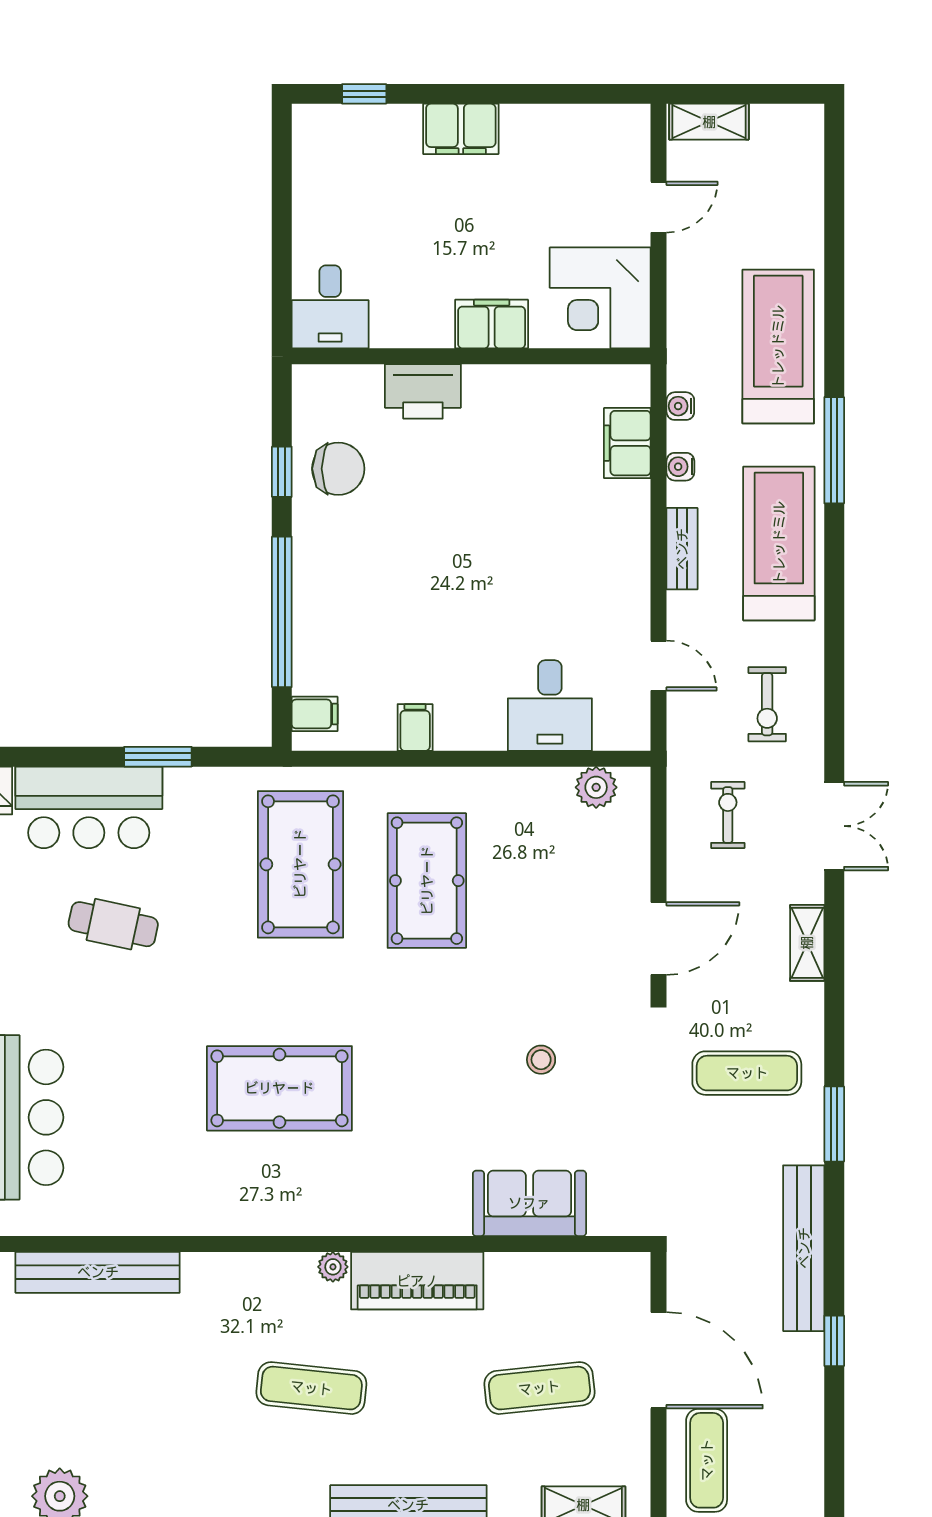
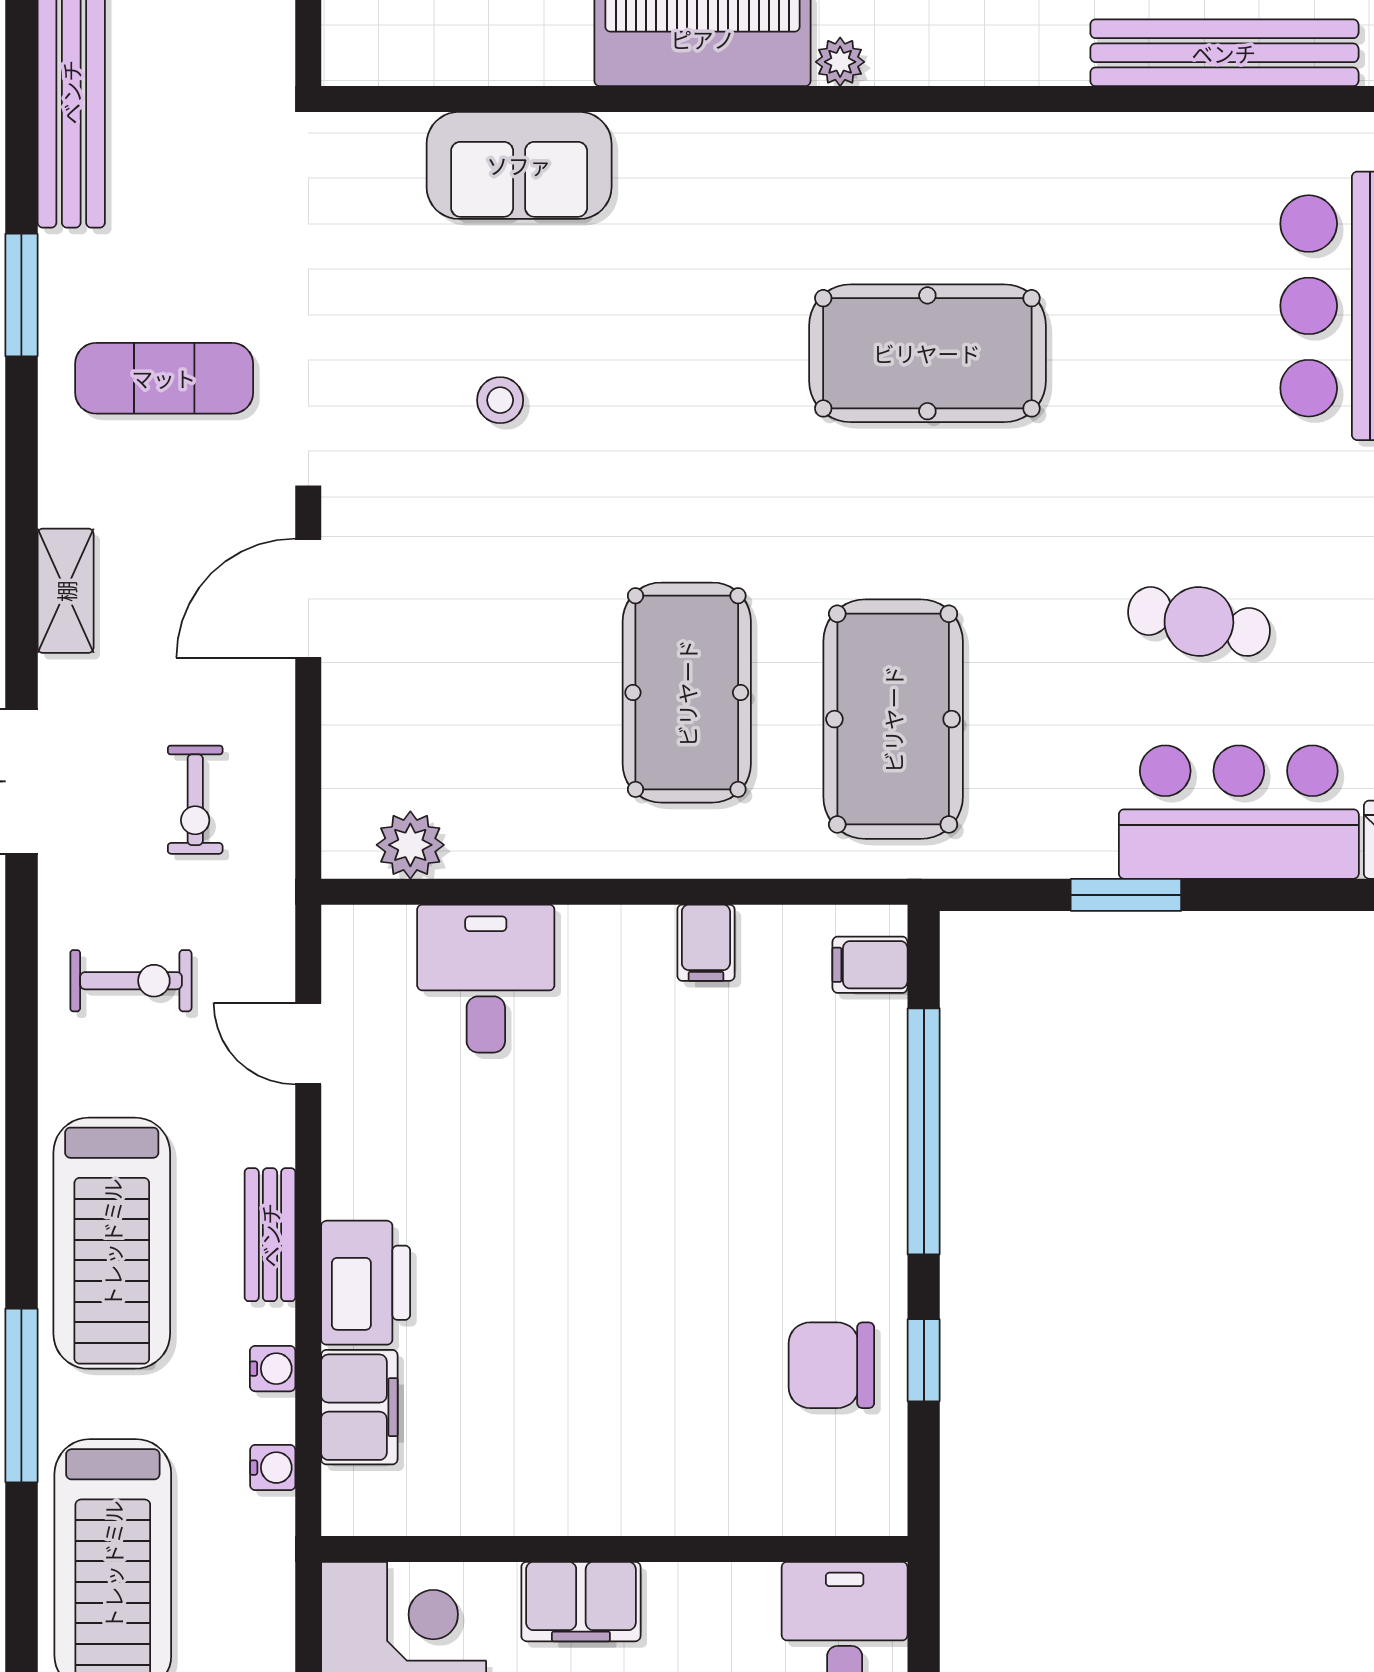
printer: (423, 391) -> (366, 1283), moved, turned 90
exercise bike: (767, 704) -> (131, 981), turned 90

